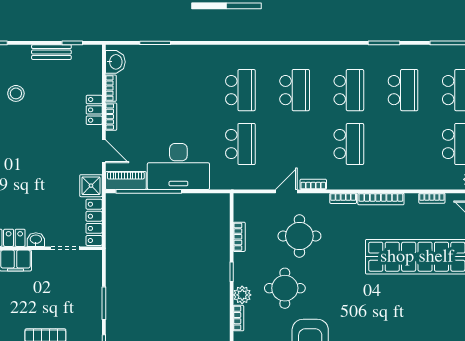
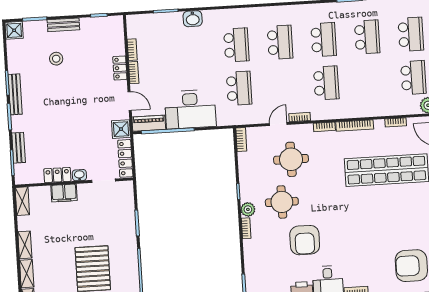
bench: (51, 52) -> (63, 25), moved
washbasin: (115, 62) -> (193, 19), moved, turned 90
bookcase: (239, 237) -> (241, 140), moved

